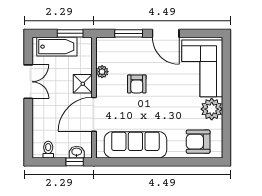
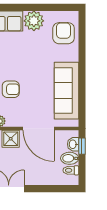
armchair: (198, 142) -> (64, 33), turned 180
bidet: (61, 148) -> (70, 158), added

